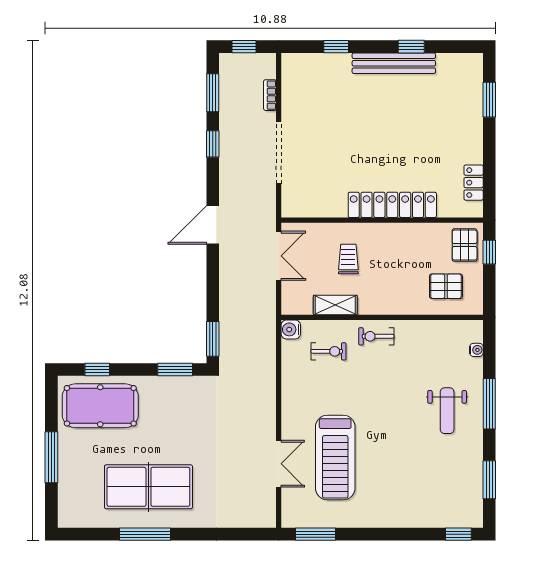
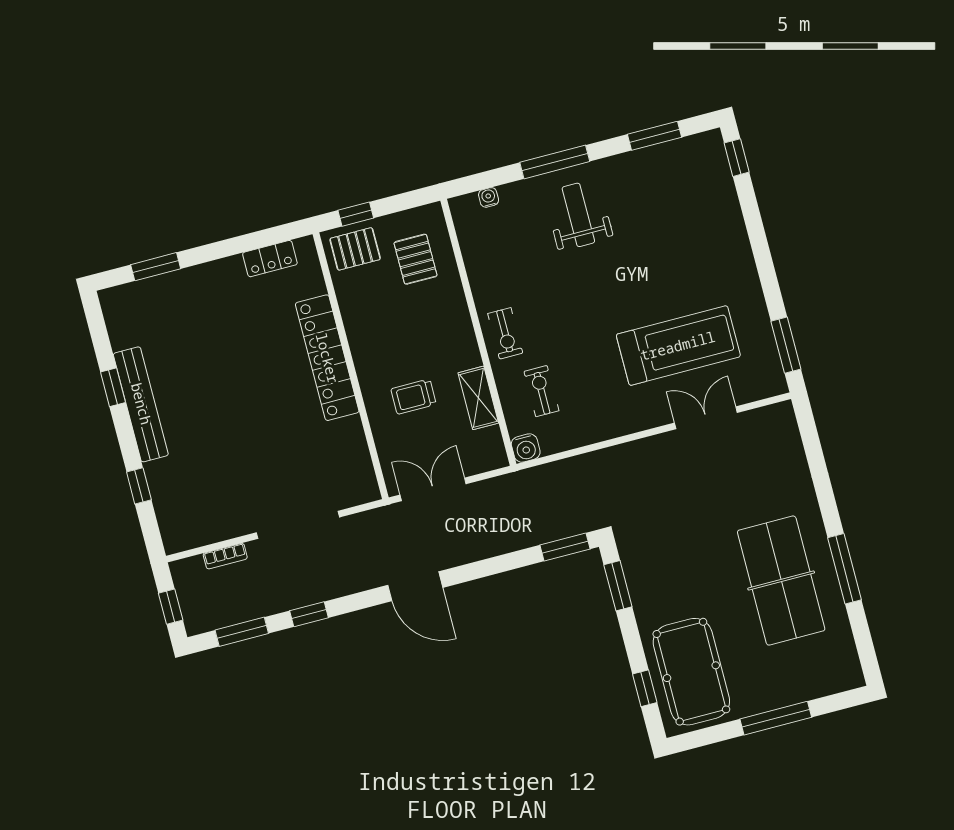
weight bench: (447, 411) -> (578, 215), turned -90

